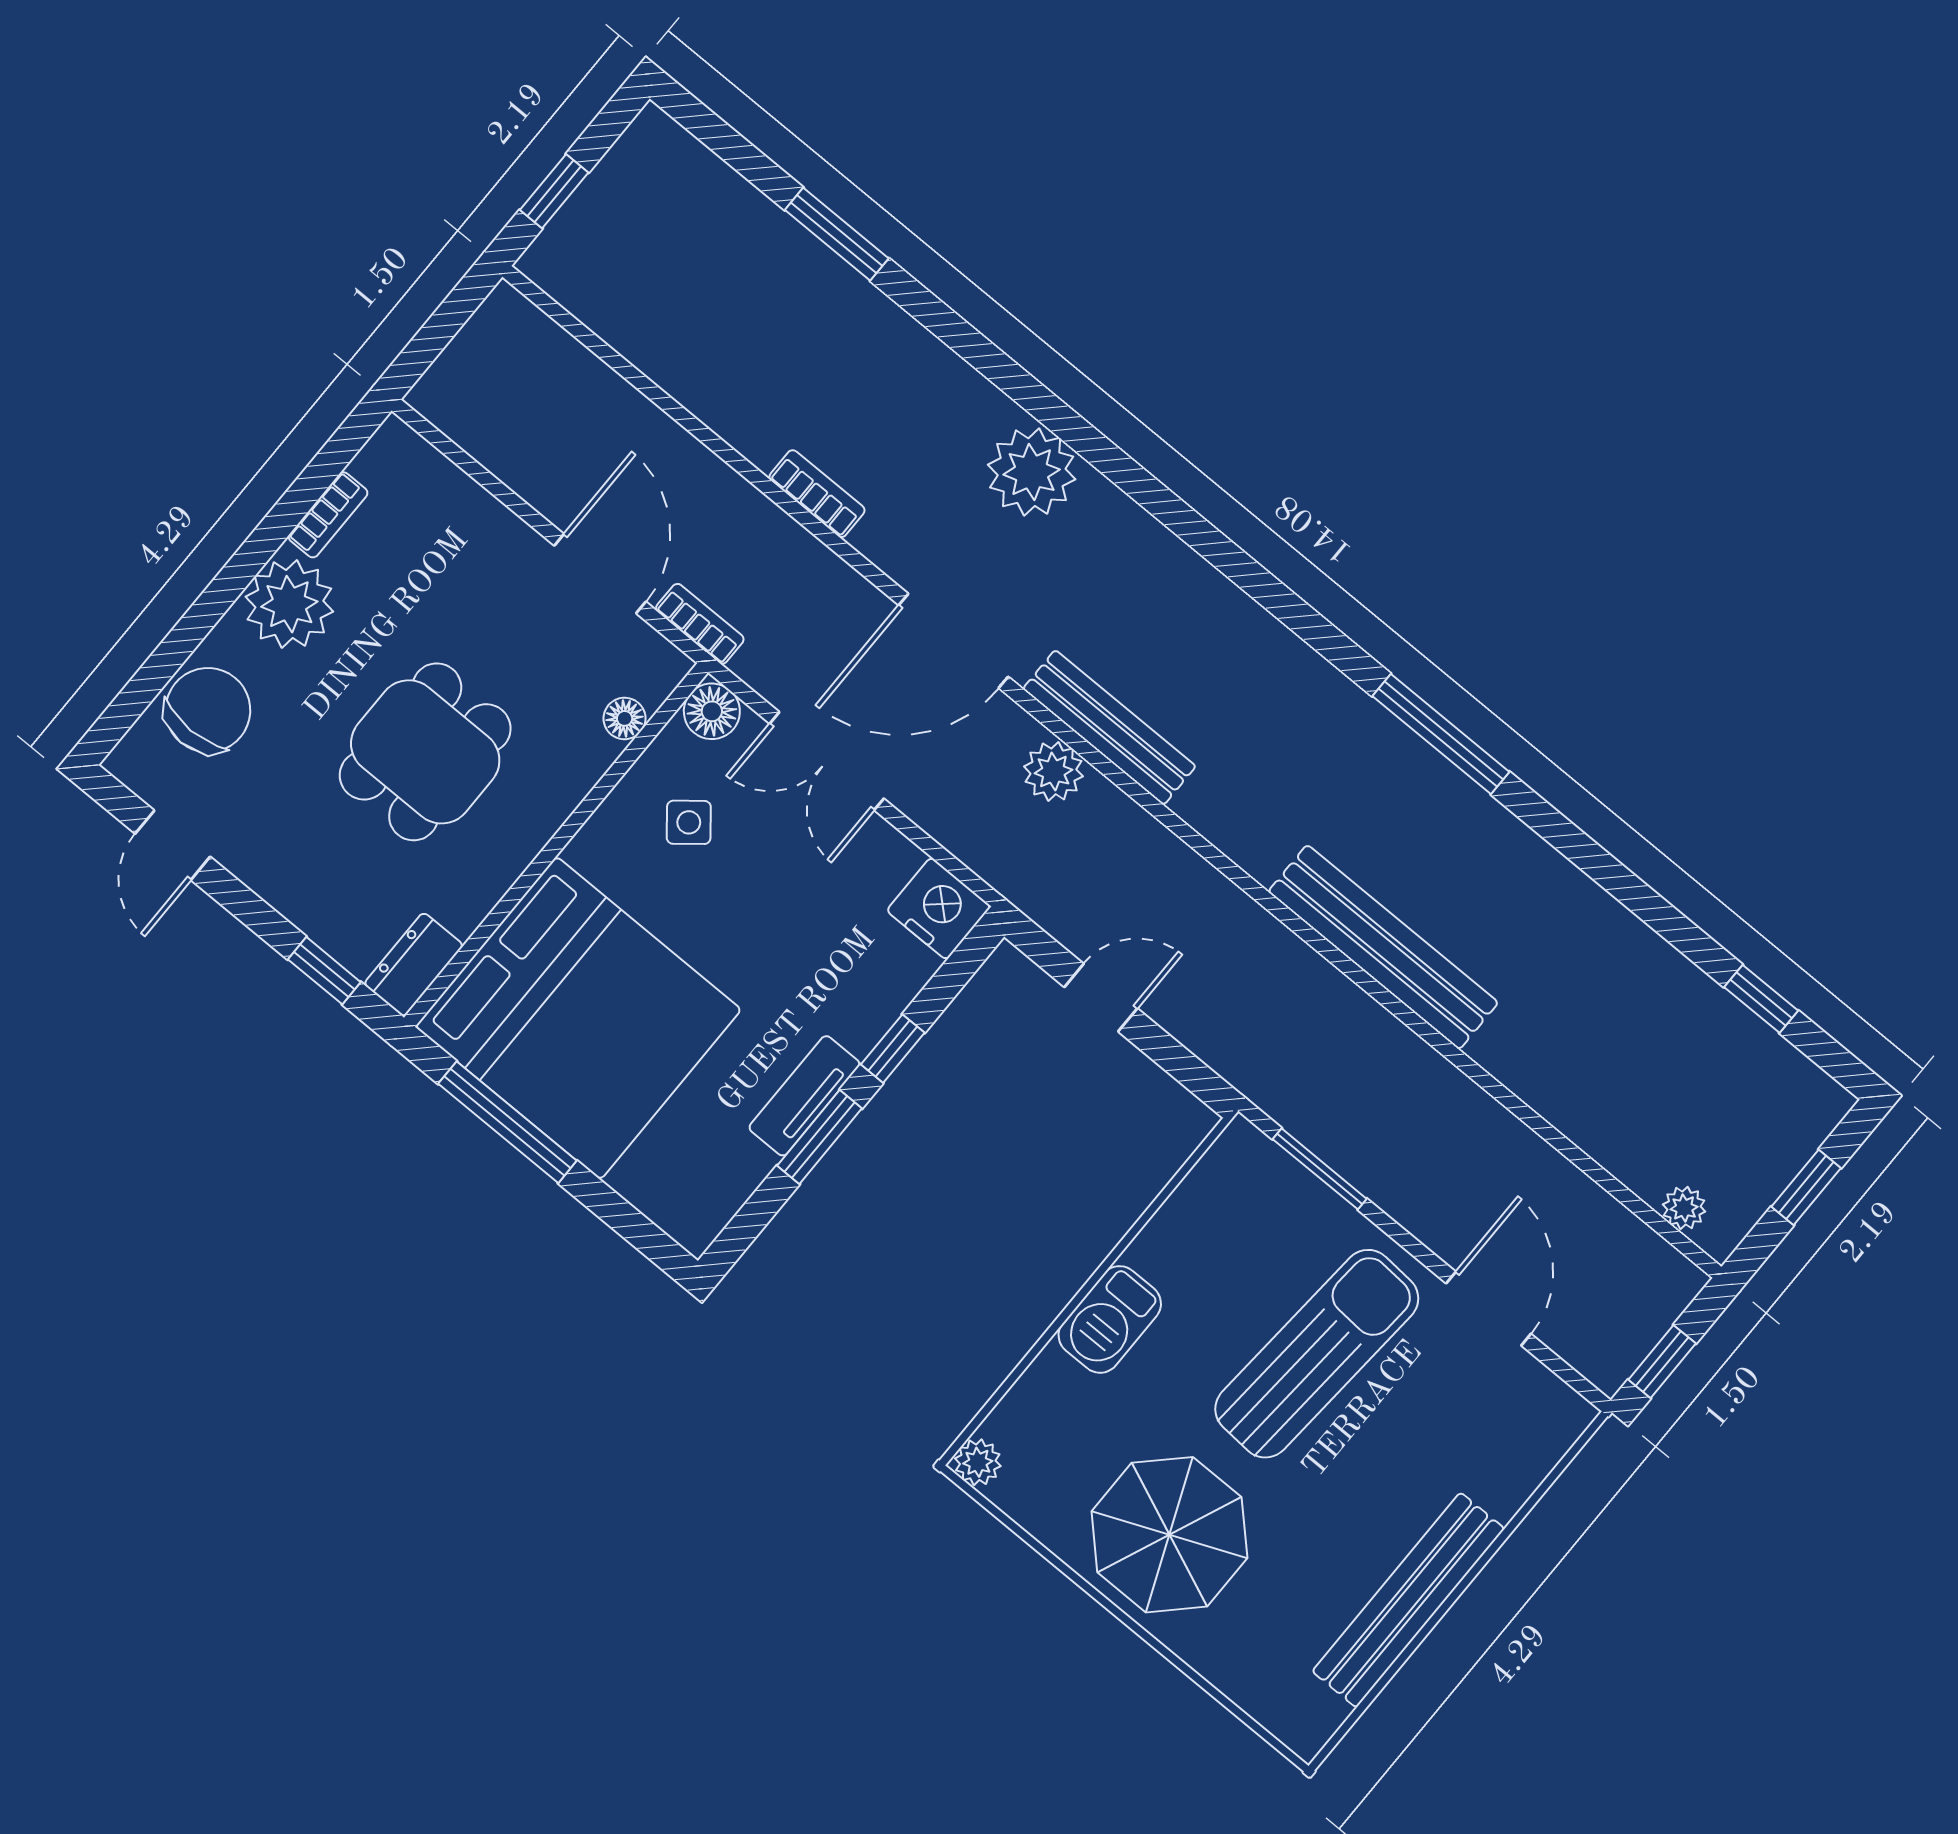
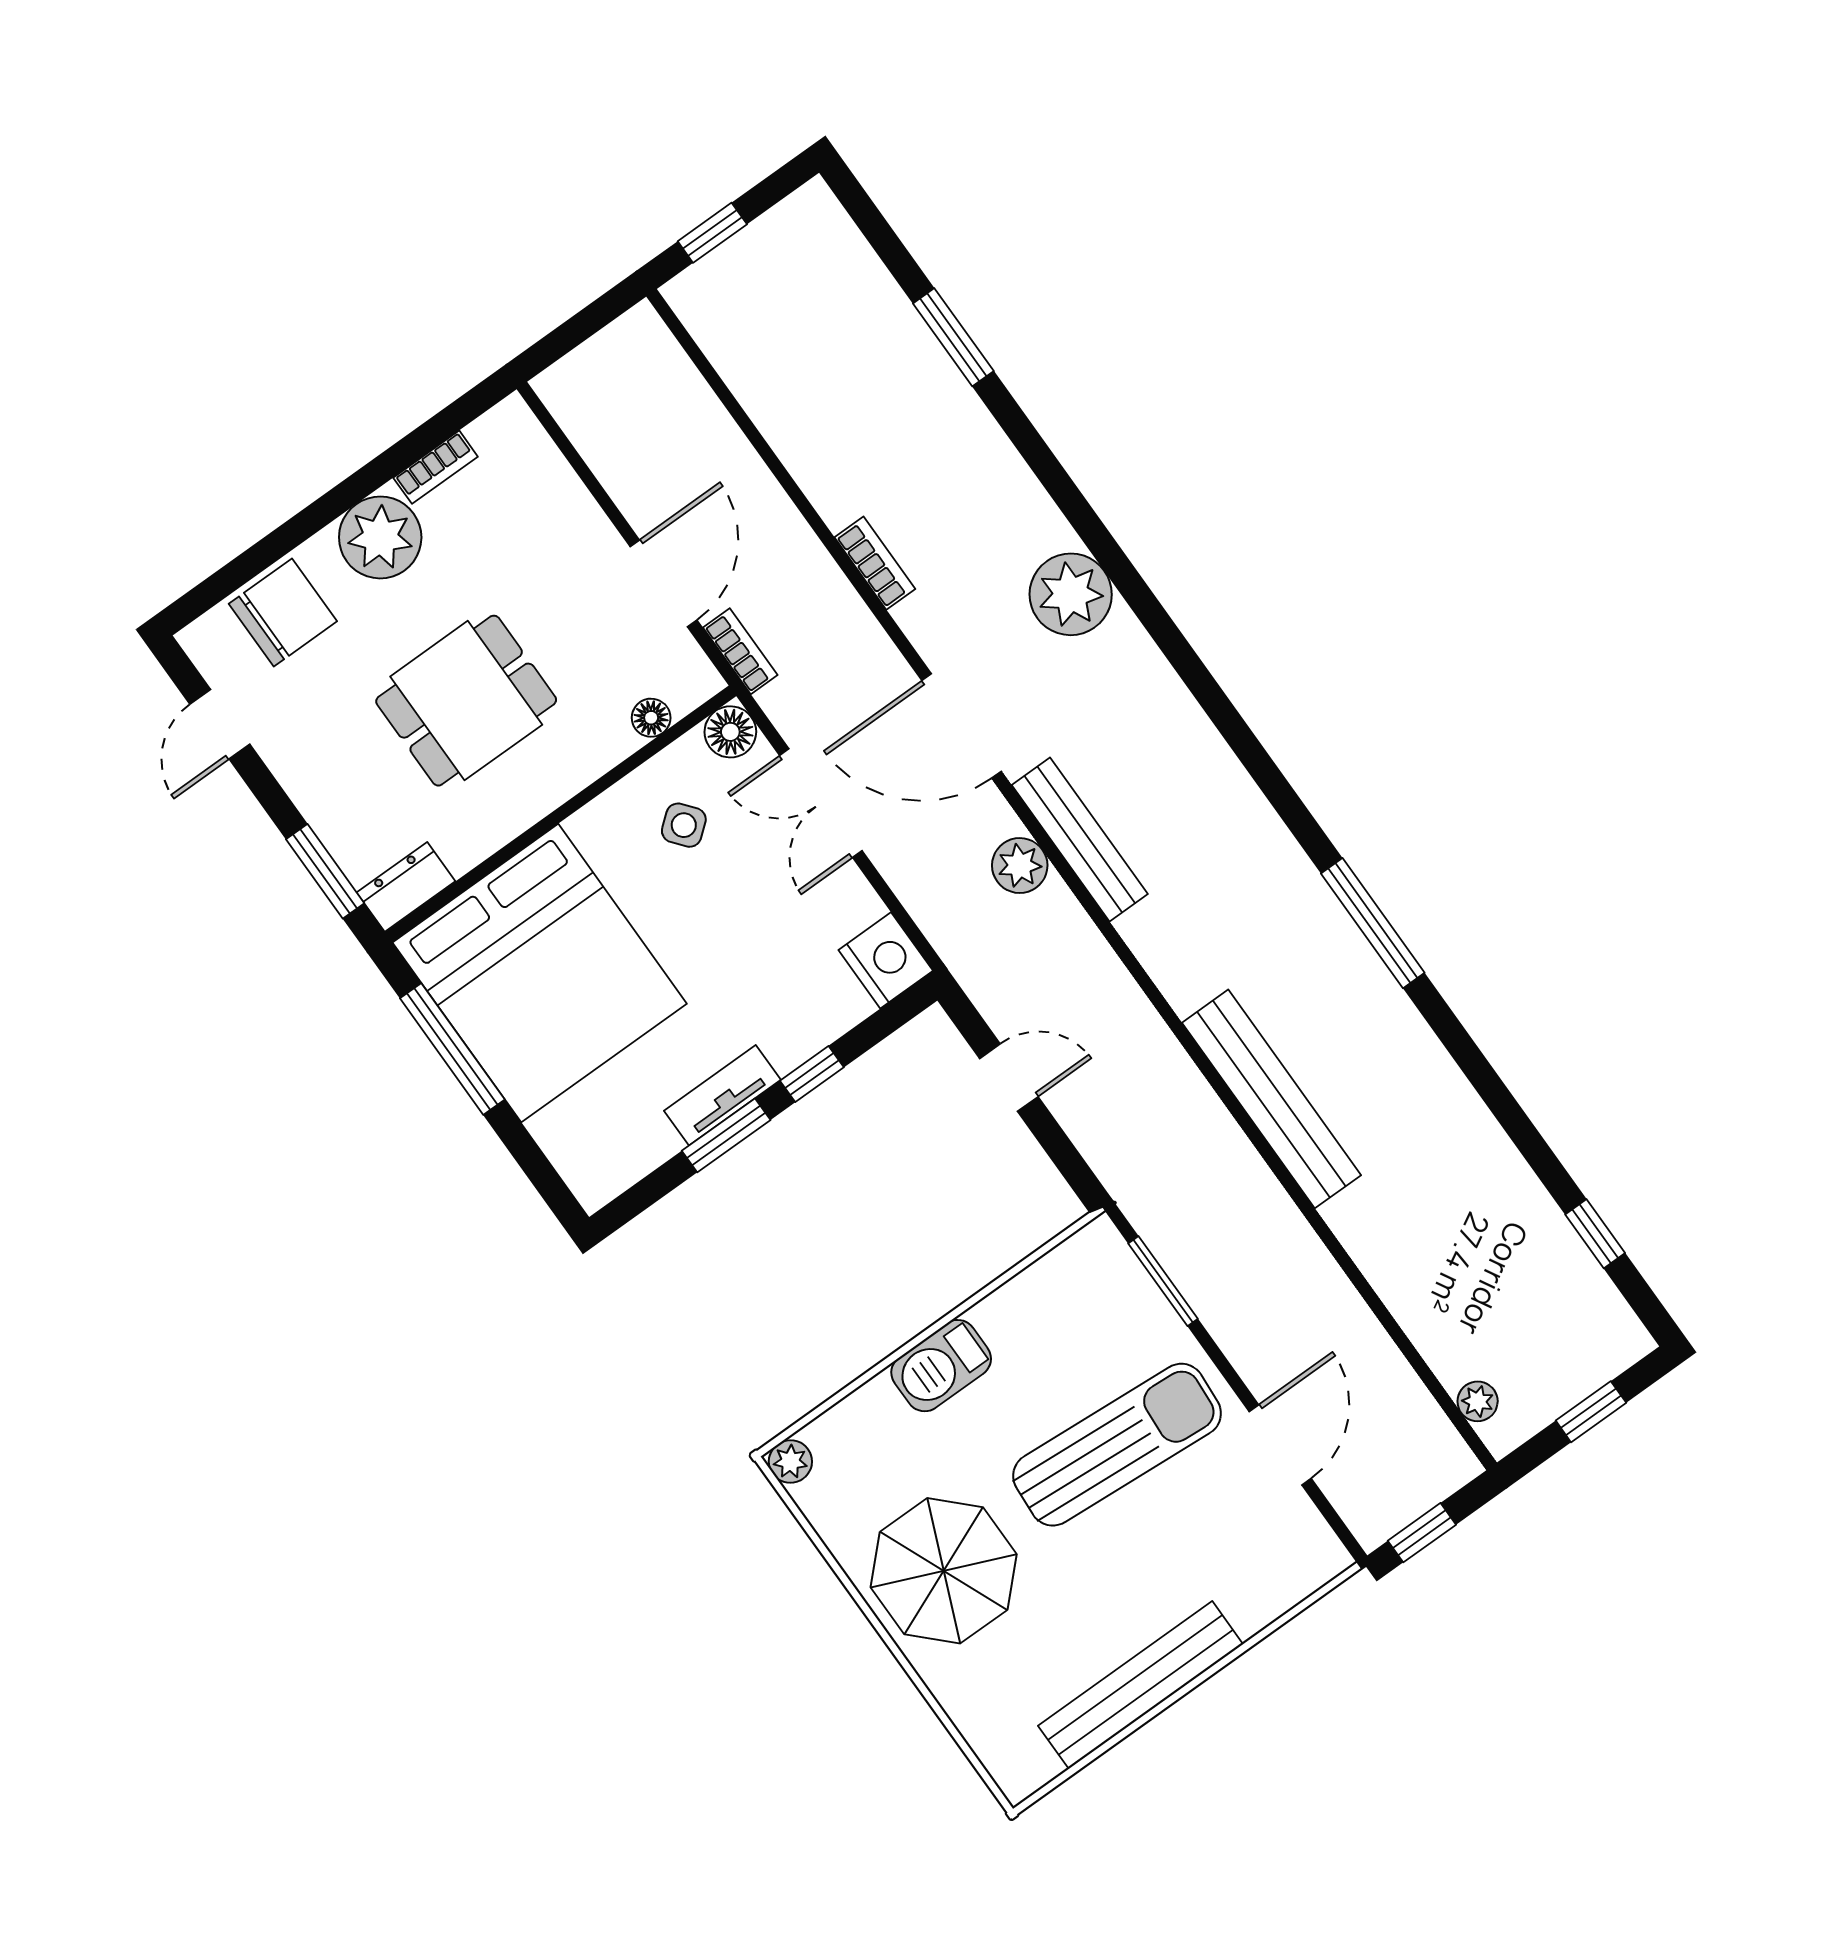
window: (324, 971) -> (325, 871), width x1.50

